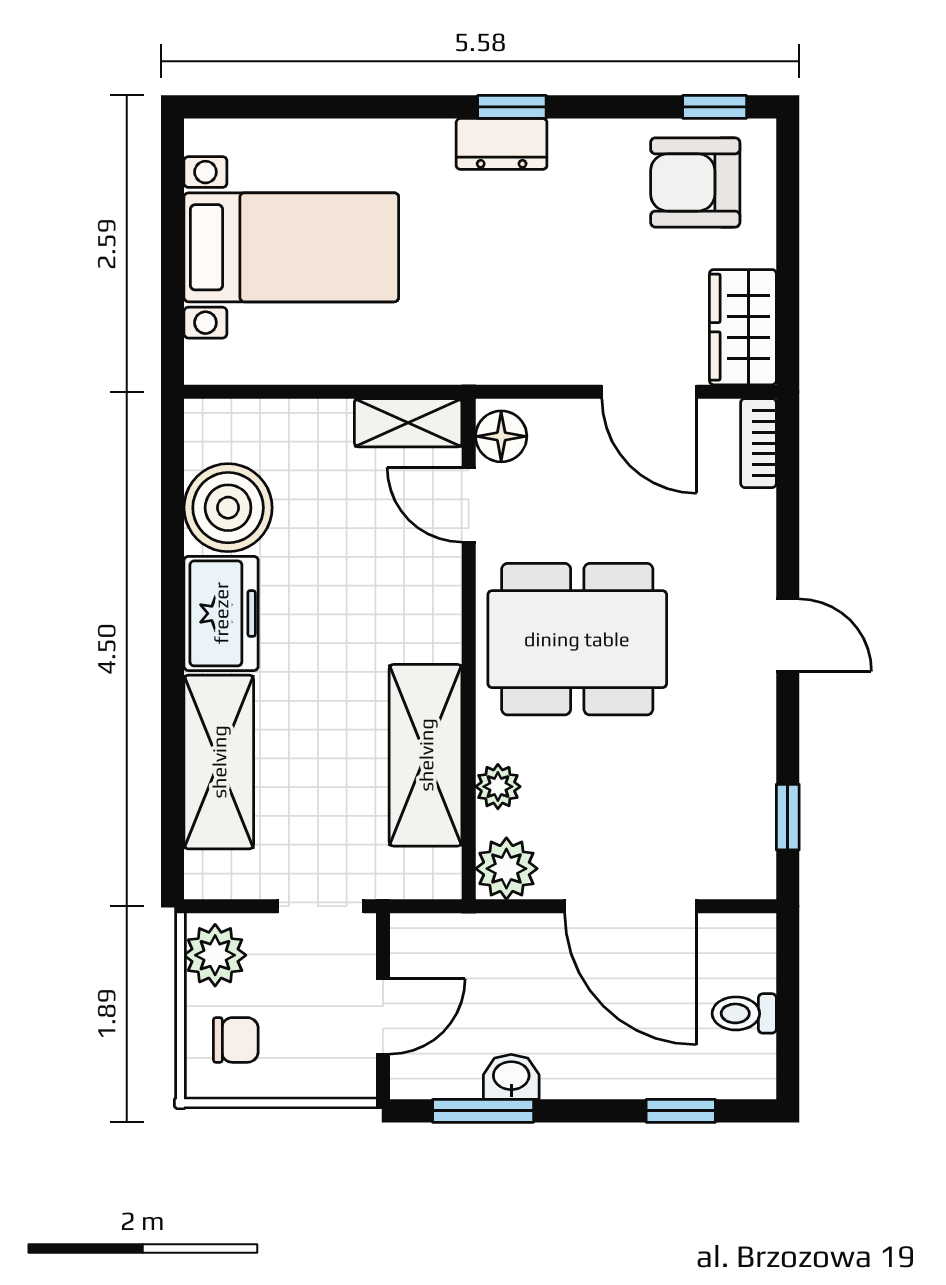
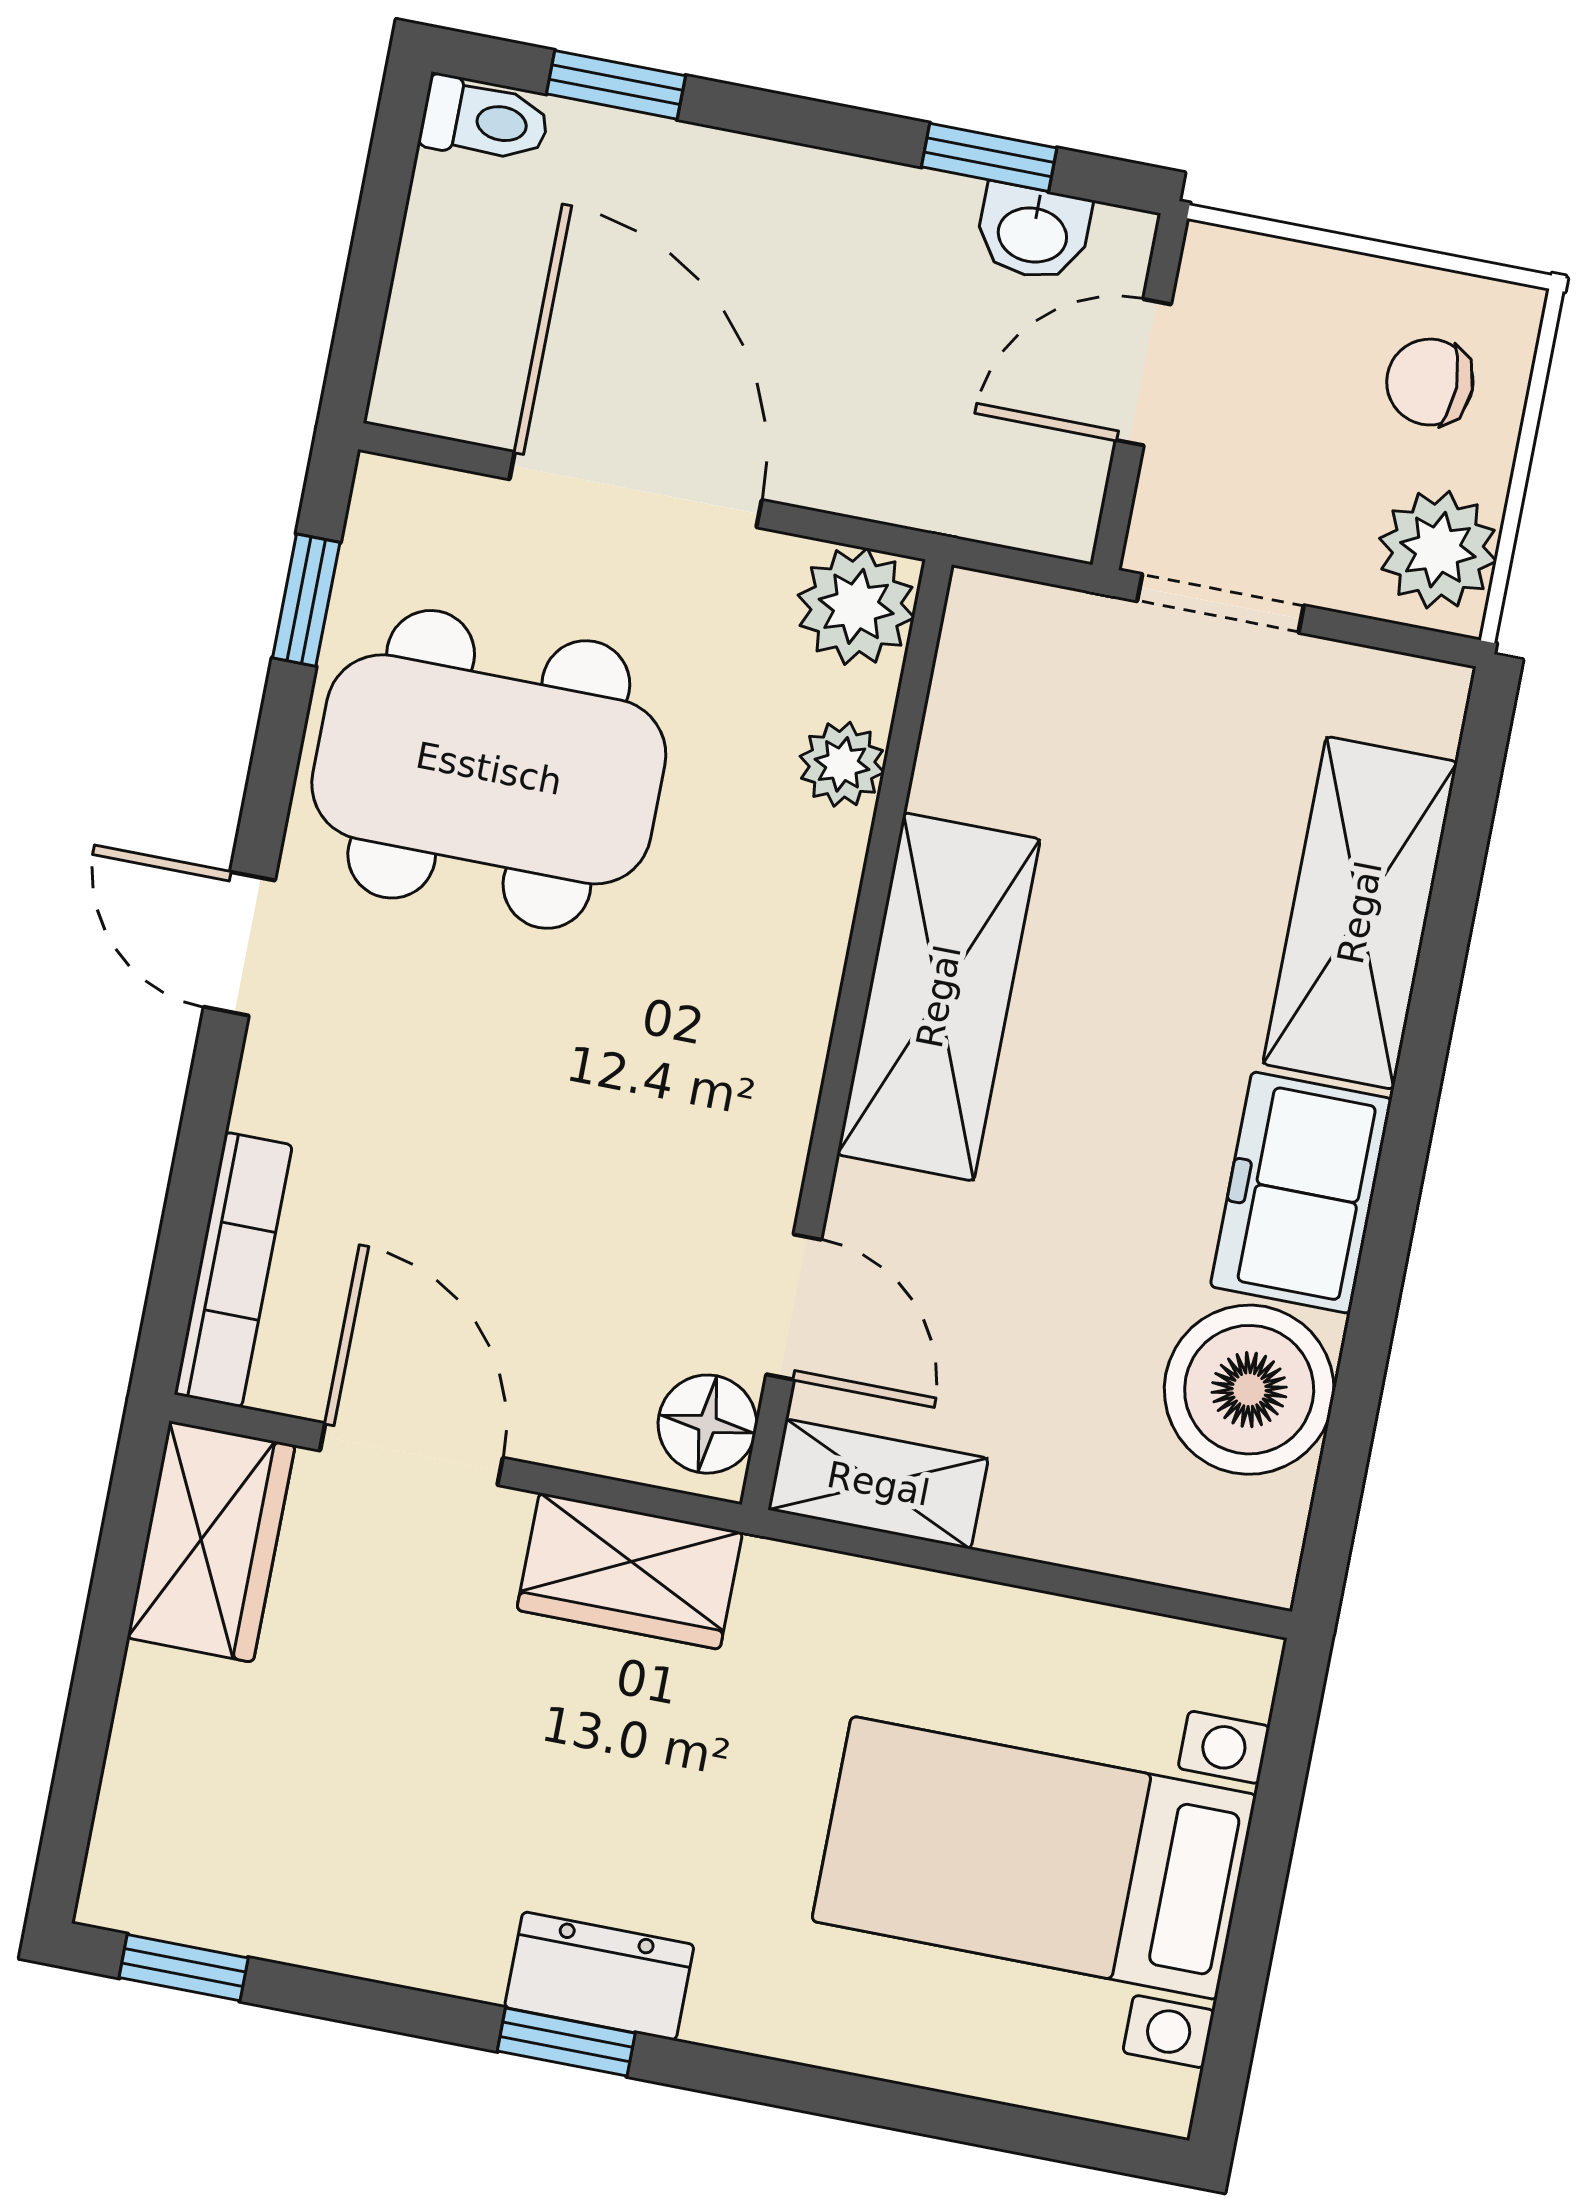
armchair: (695, 182) -> (248, 1832), removed
wardrobe: (526, 354) -> (630, 1571), added
bookcase: (758, 443) -> (233, 1270), width x1.56
dining table: (577, 639) -> (489, 769), moved
shelving: (426, 755) -> (939, 997), moved
toilet: (744, 1013) -> (485, 120), moved
washbasin: (511, 1077) -> (1033, 232), moved
window: (483, 1111) -> (989, 157), width x0.67

